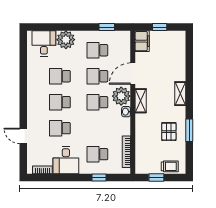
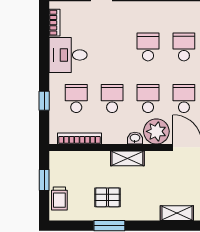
shelving: (180, 94) -> (177, 213), moved
shelving: (141, 101) -> (127, 158), moved
school desk: (60, 128) -> (112, 98), moved

